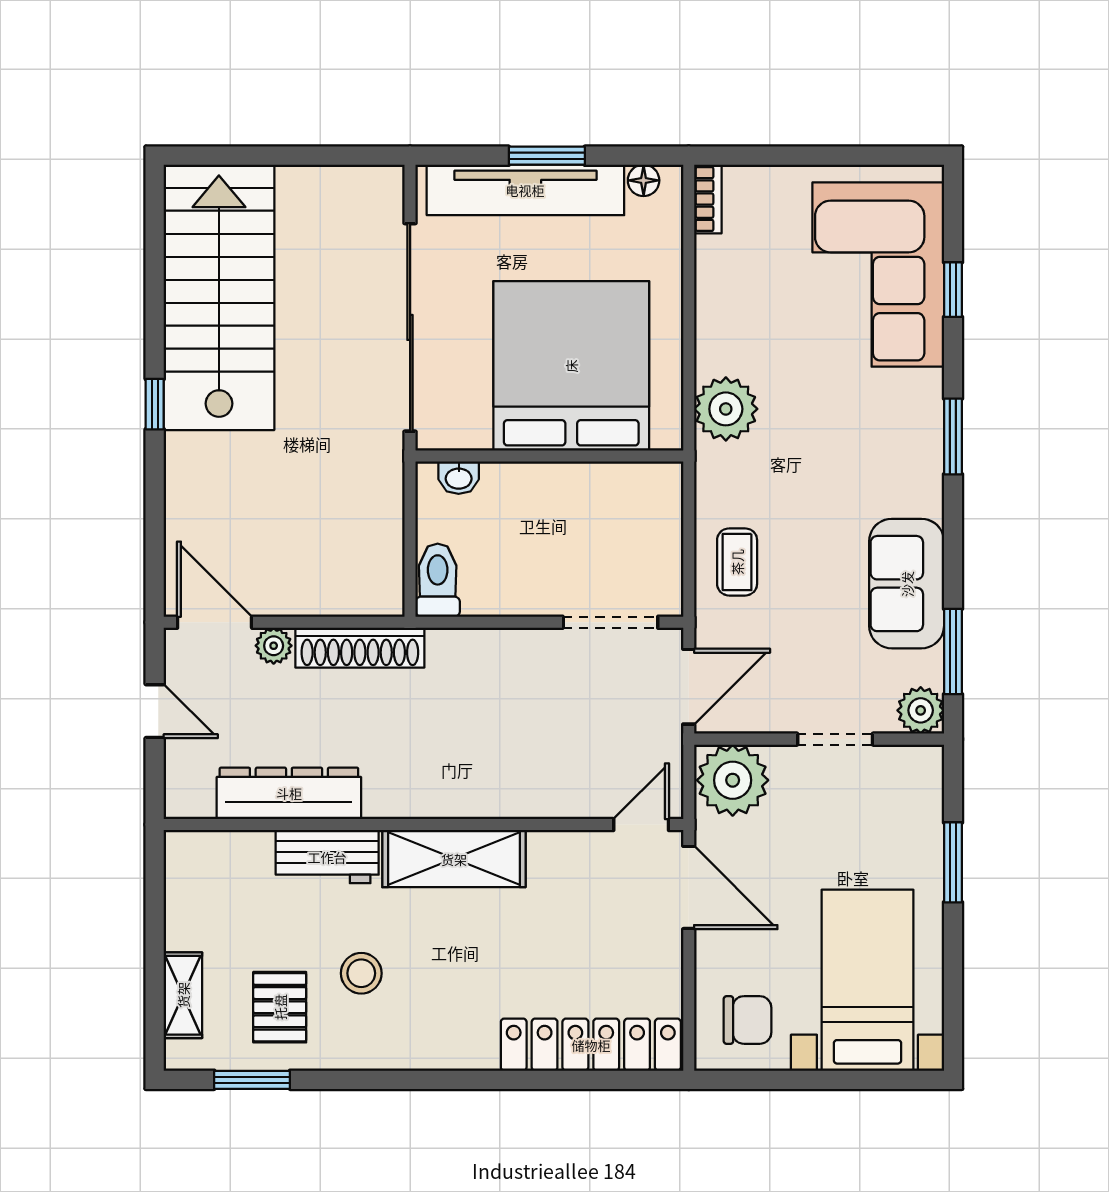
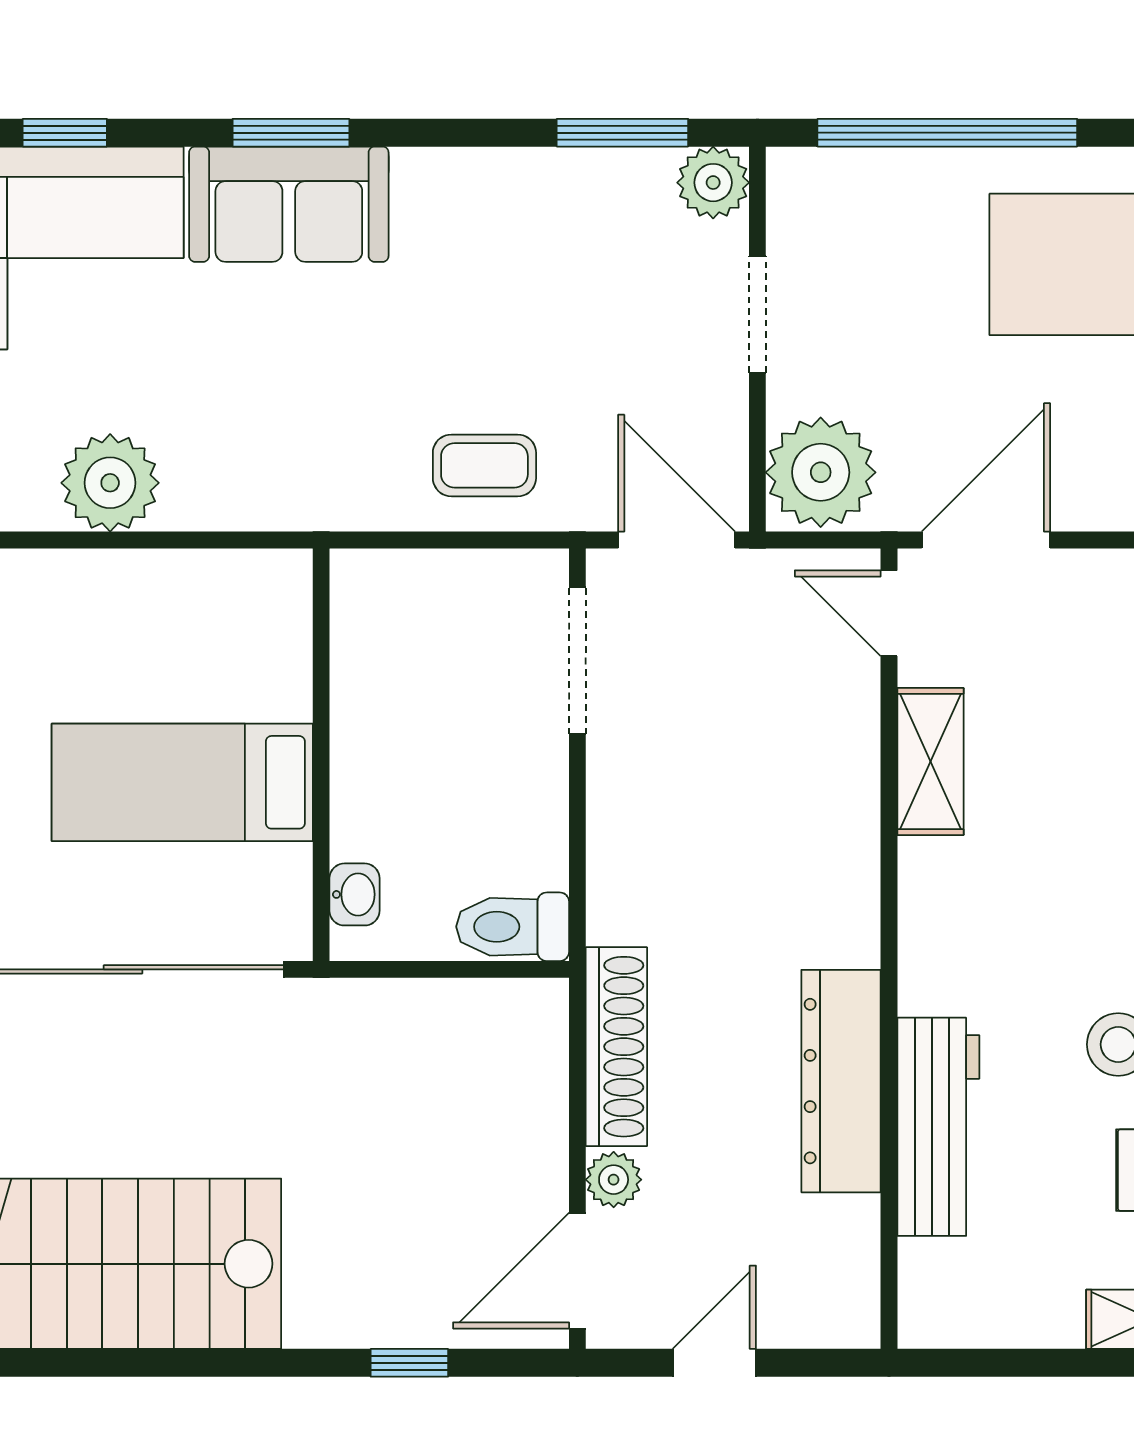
bed: (571, 366) -> (182, 782), width x0.49
window: (155, 404) -> (409, 1363), moved
plant: (726, 409) -> (110, 483), moved
sofa: (907, 584) -> (289, 204), moved
dresser: (289, 793) -> (841, 1081), moved
workbench: (327, 857) -> (938, 1127), width x1.38
shelving: (454, 859) -> (930, 761), moved, width x0.67, depth x0.75
window: (953, 862) -> (947, 133), width x2.11

